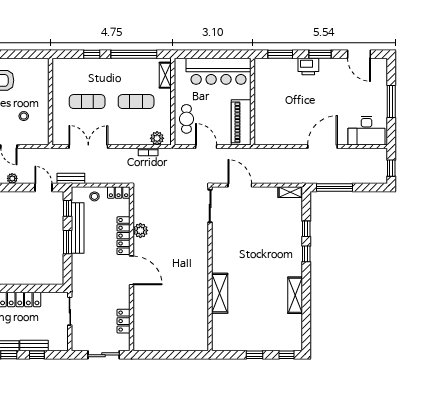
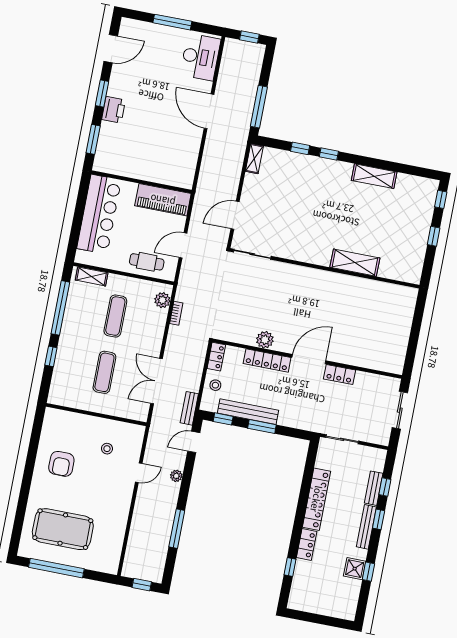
locker: (124, 321) -> (339, 374), moved

